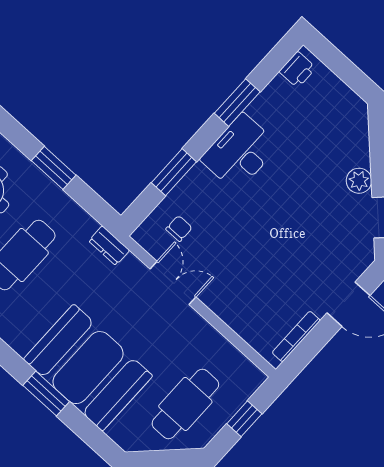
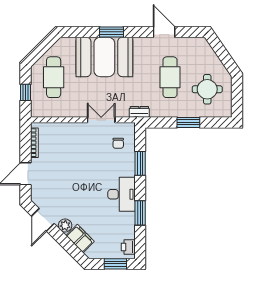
window: (337, 63) -> (115, 264), added
filing cabinet: (354, 143) -> (80, 238), added
double door: (173, 283) -> (101, 120), swing flipped

